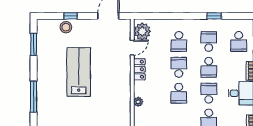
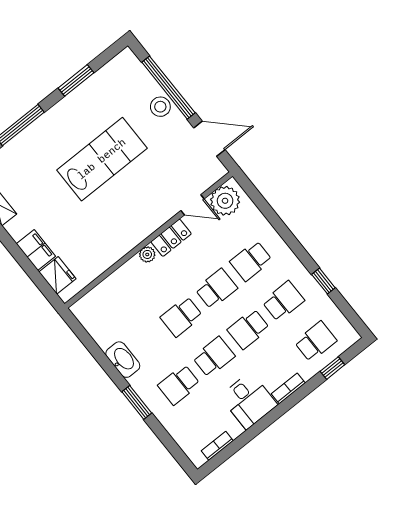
window: (70, 16) -> (168, 88), width x3.17
stool: (66, 27) -> (160, 107), moved
school desk: (239, 41) -> (316, 341), turned 180
window: (34, 44) -> (76, 80), moved
plant: (138, 102) -> (147, 254), moved

